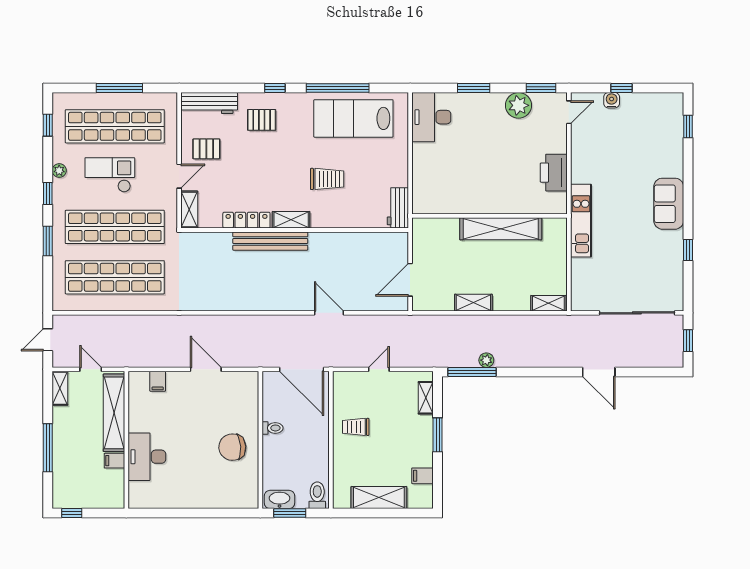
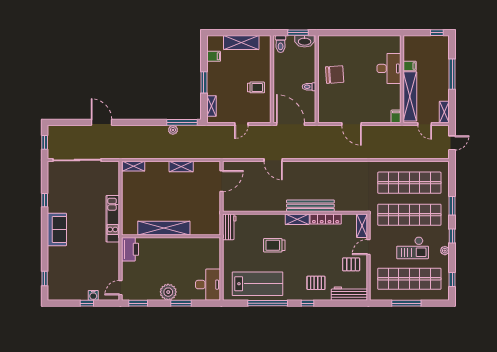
plant: (519, 105) -> (168, 292), moved
wall: (490, 216) -> (171, 236), moved
shelving: (501, 229) -> (164, 228), moved
filing cabinet: (158, 381) -> (396, 116), moved

